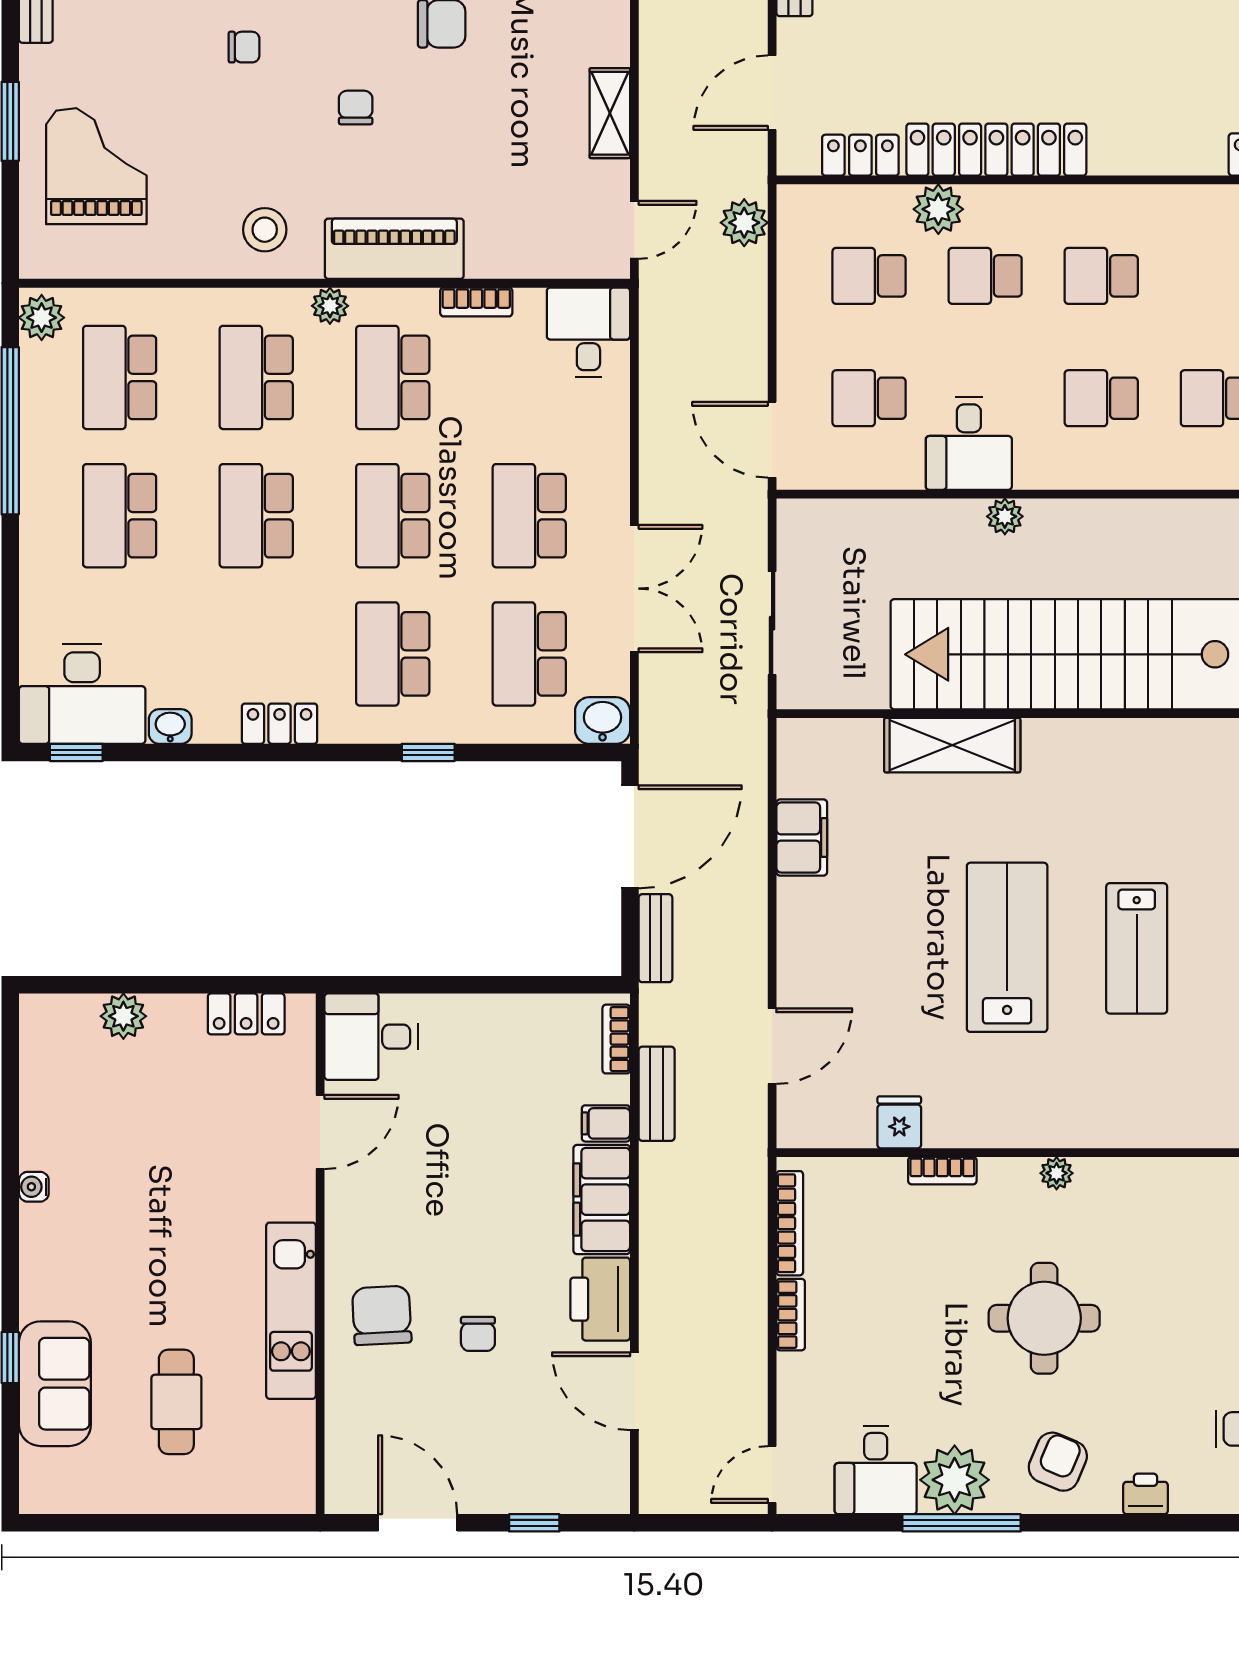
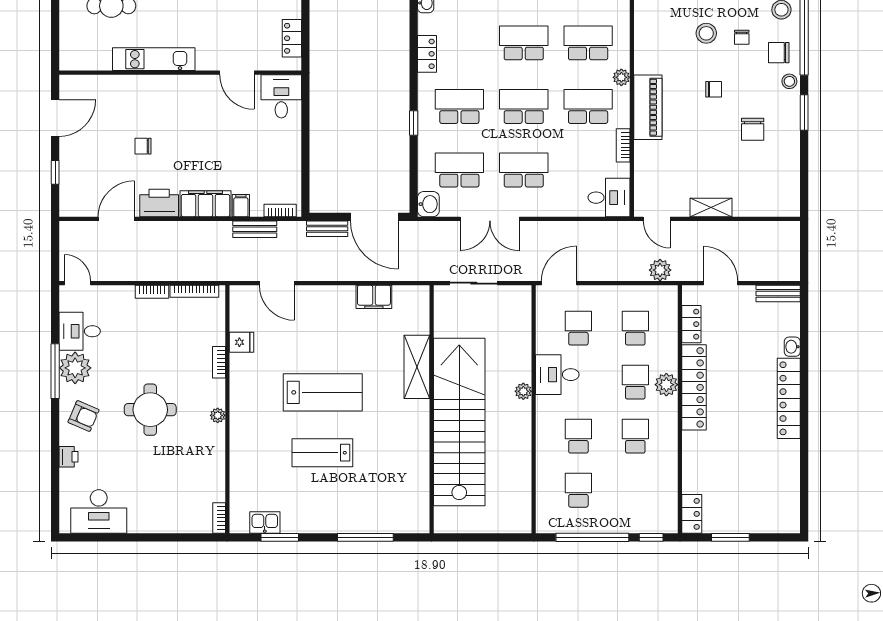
plant: (938, 209) -> (666, 385), moved
stool: (265, 230) -> (706, 33), moved
chair: (382, 1315) -> (152, 101), removed

